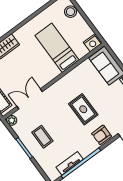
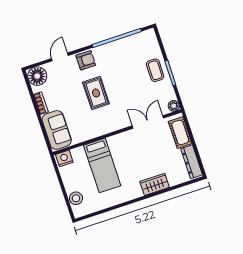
double door: (30, 99) -> (148, 122), swing flipped
coffee table: (42, 137) -> (155, 70), moved
tv unit: (70, 163) -> (128, 42), removed

